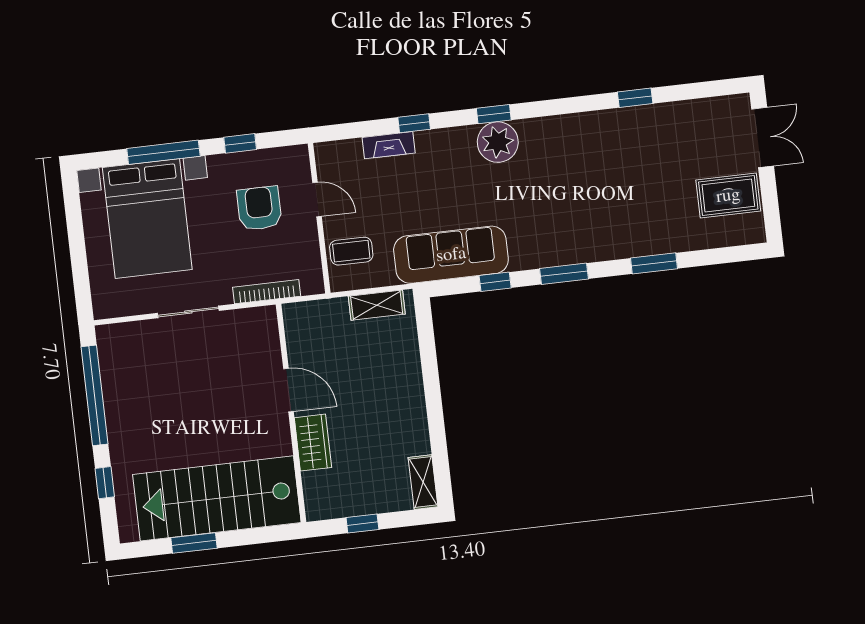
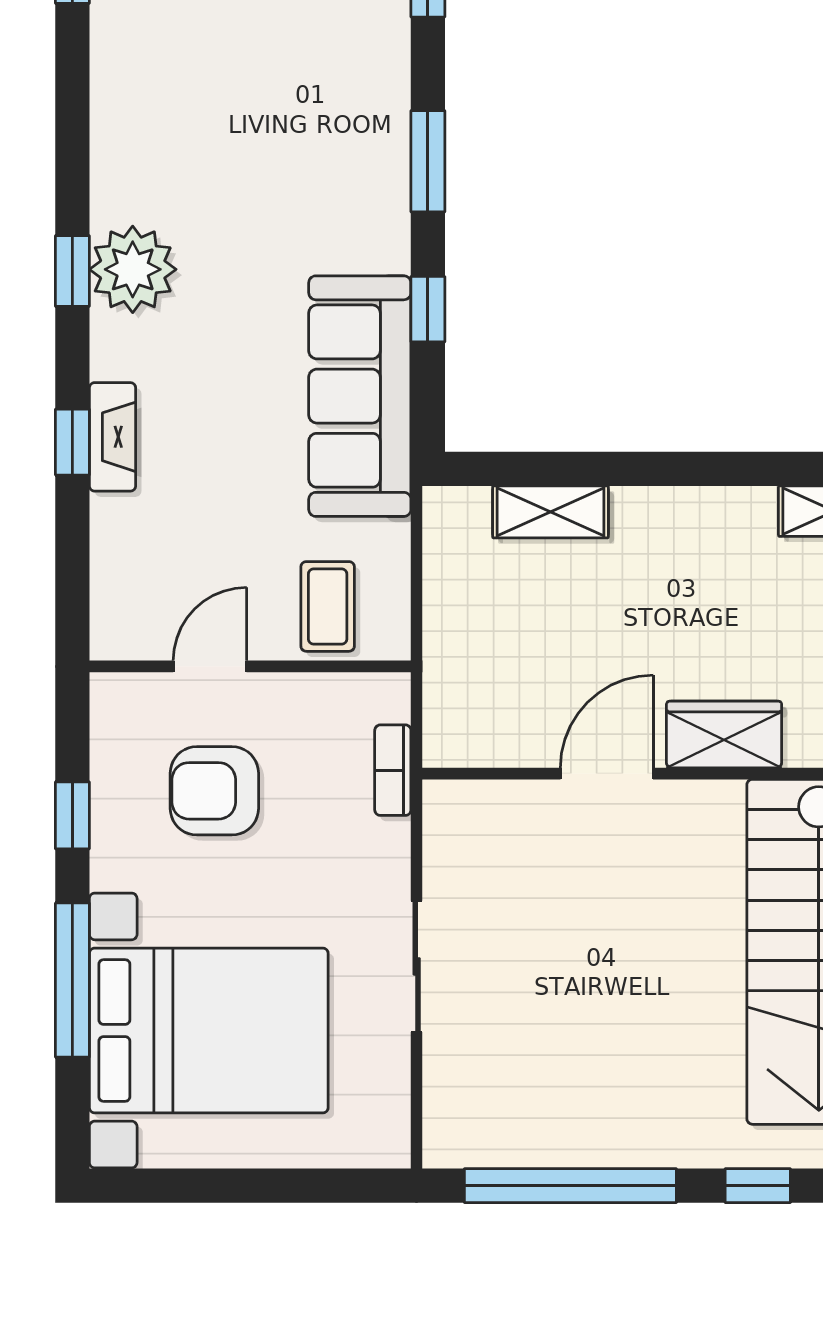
fireplace: (389, 145) -> (112, 437), moved
bookcase: (267, 292) -> (393, 770), width x0.64
shelving: (377, 305) -> (551, 512), moved, turned 90

